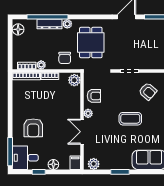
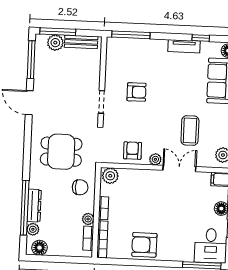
plant: (67, 24) -> (33, 229), moved
armchair: (148, 91) -> (137, 92), moved, turned 49
coffee table: (130, 119) -> (190, 131), moved
armchair: (33, 128) -> (144, 245), moved, turned 180
double door: (82, 132) -> (179, 168), swing flipped

